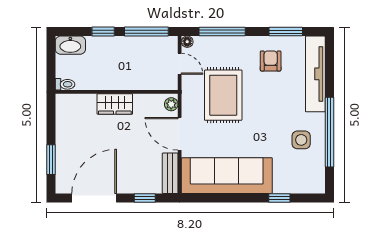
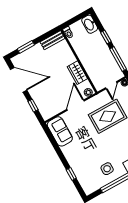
wardrobe: (115, 104) -> (77, 73), moved
bench: (170, 173) -> (52, 40), moved
sofa: (227, 176) -> (60, 131), width x0.54, depth x0.79

